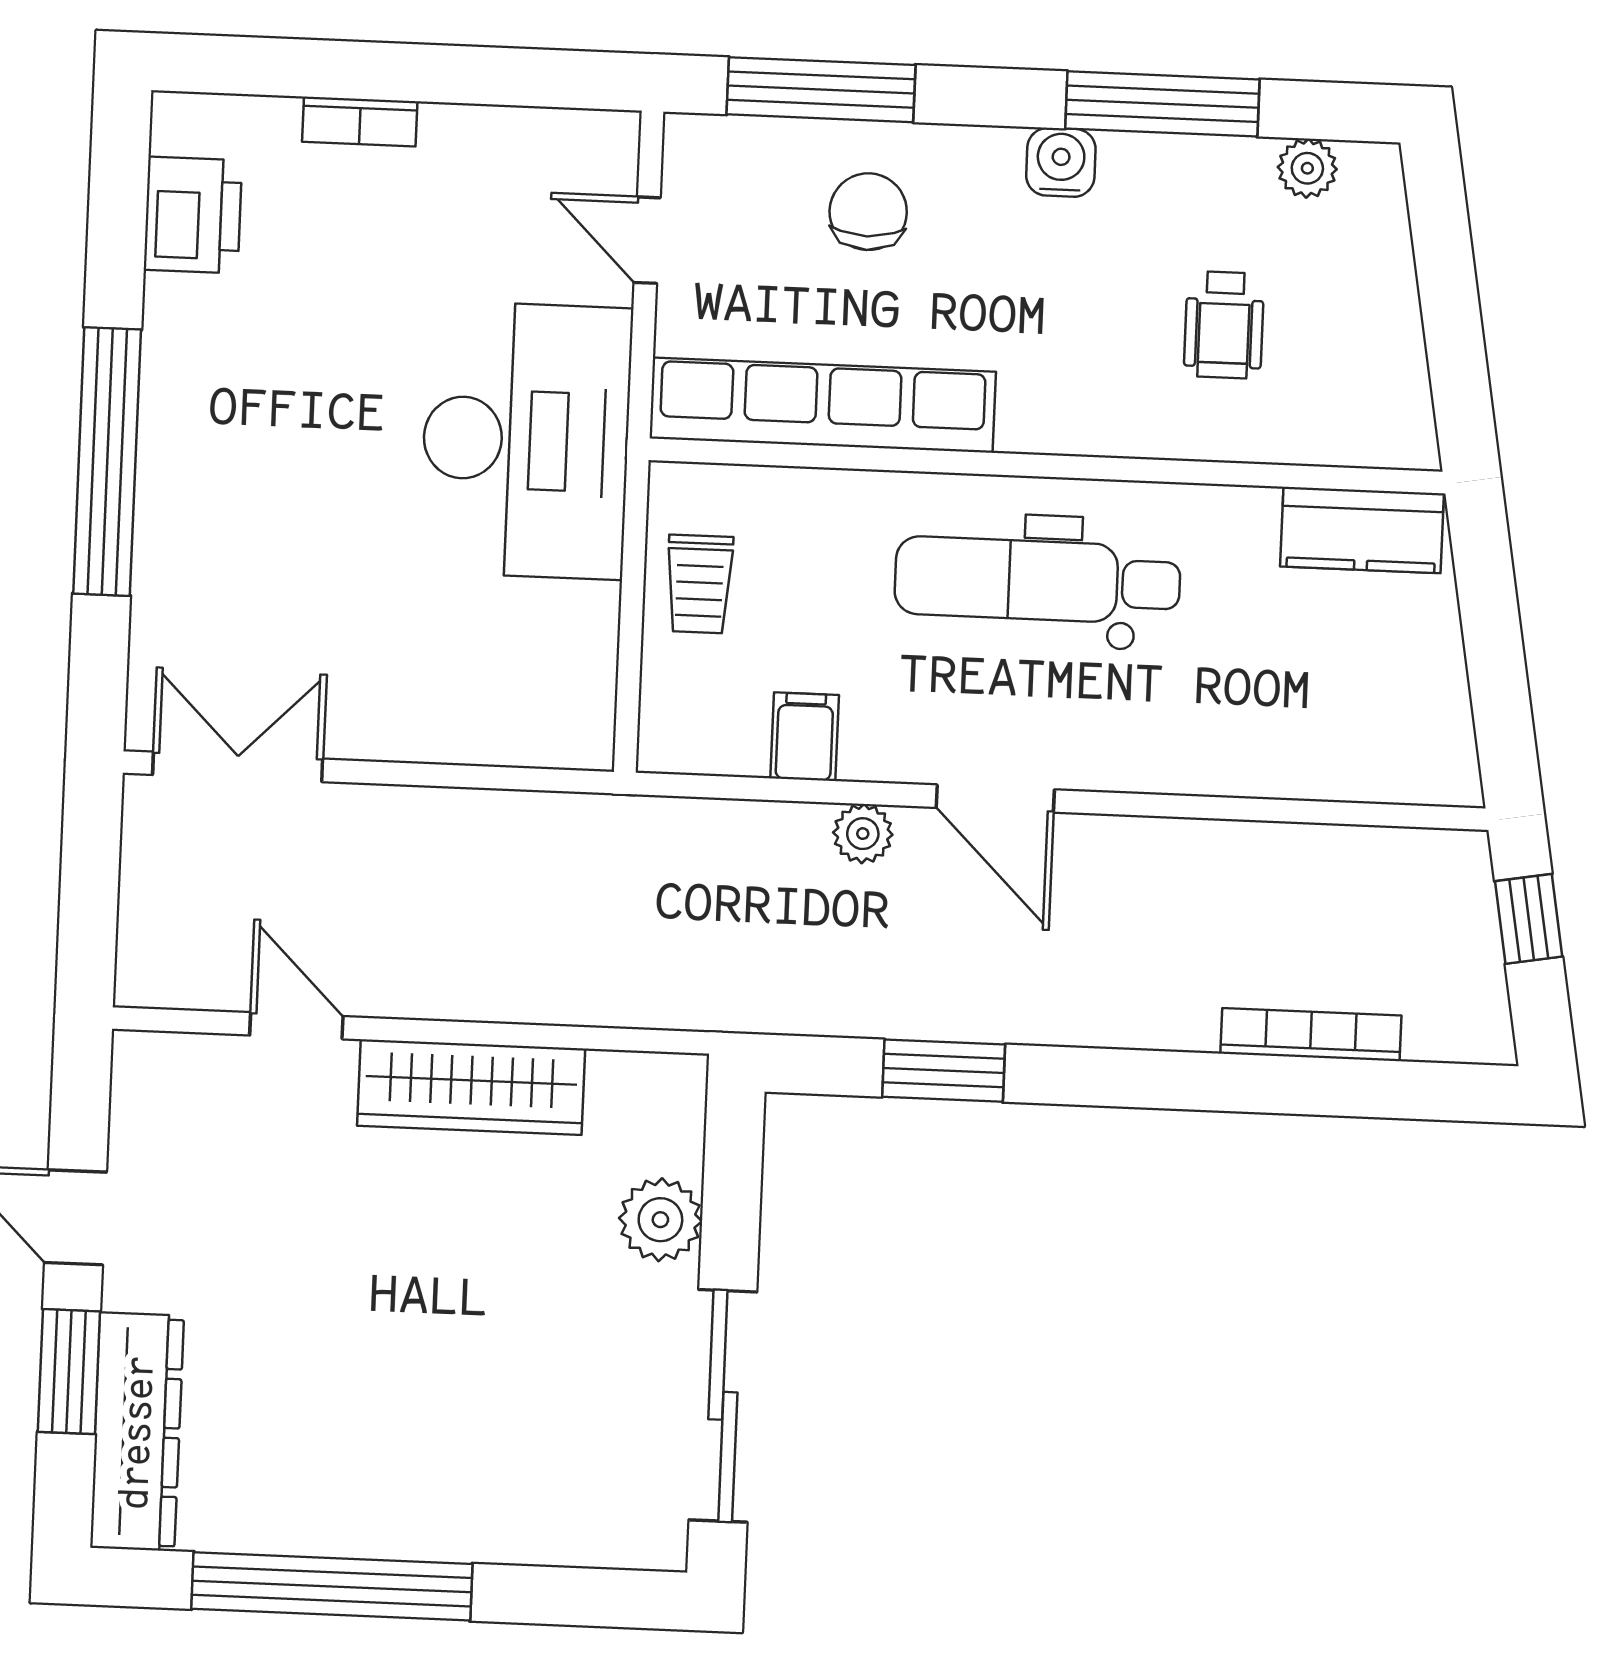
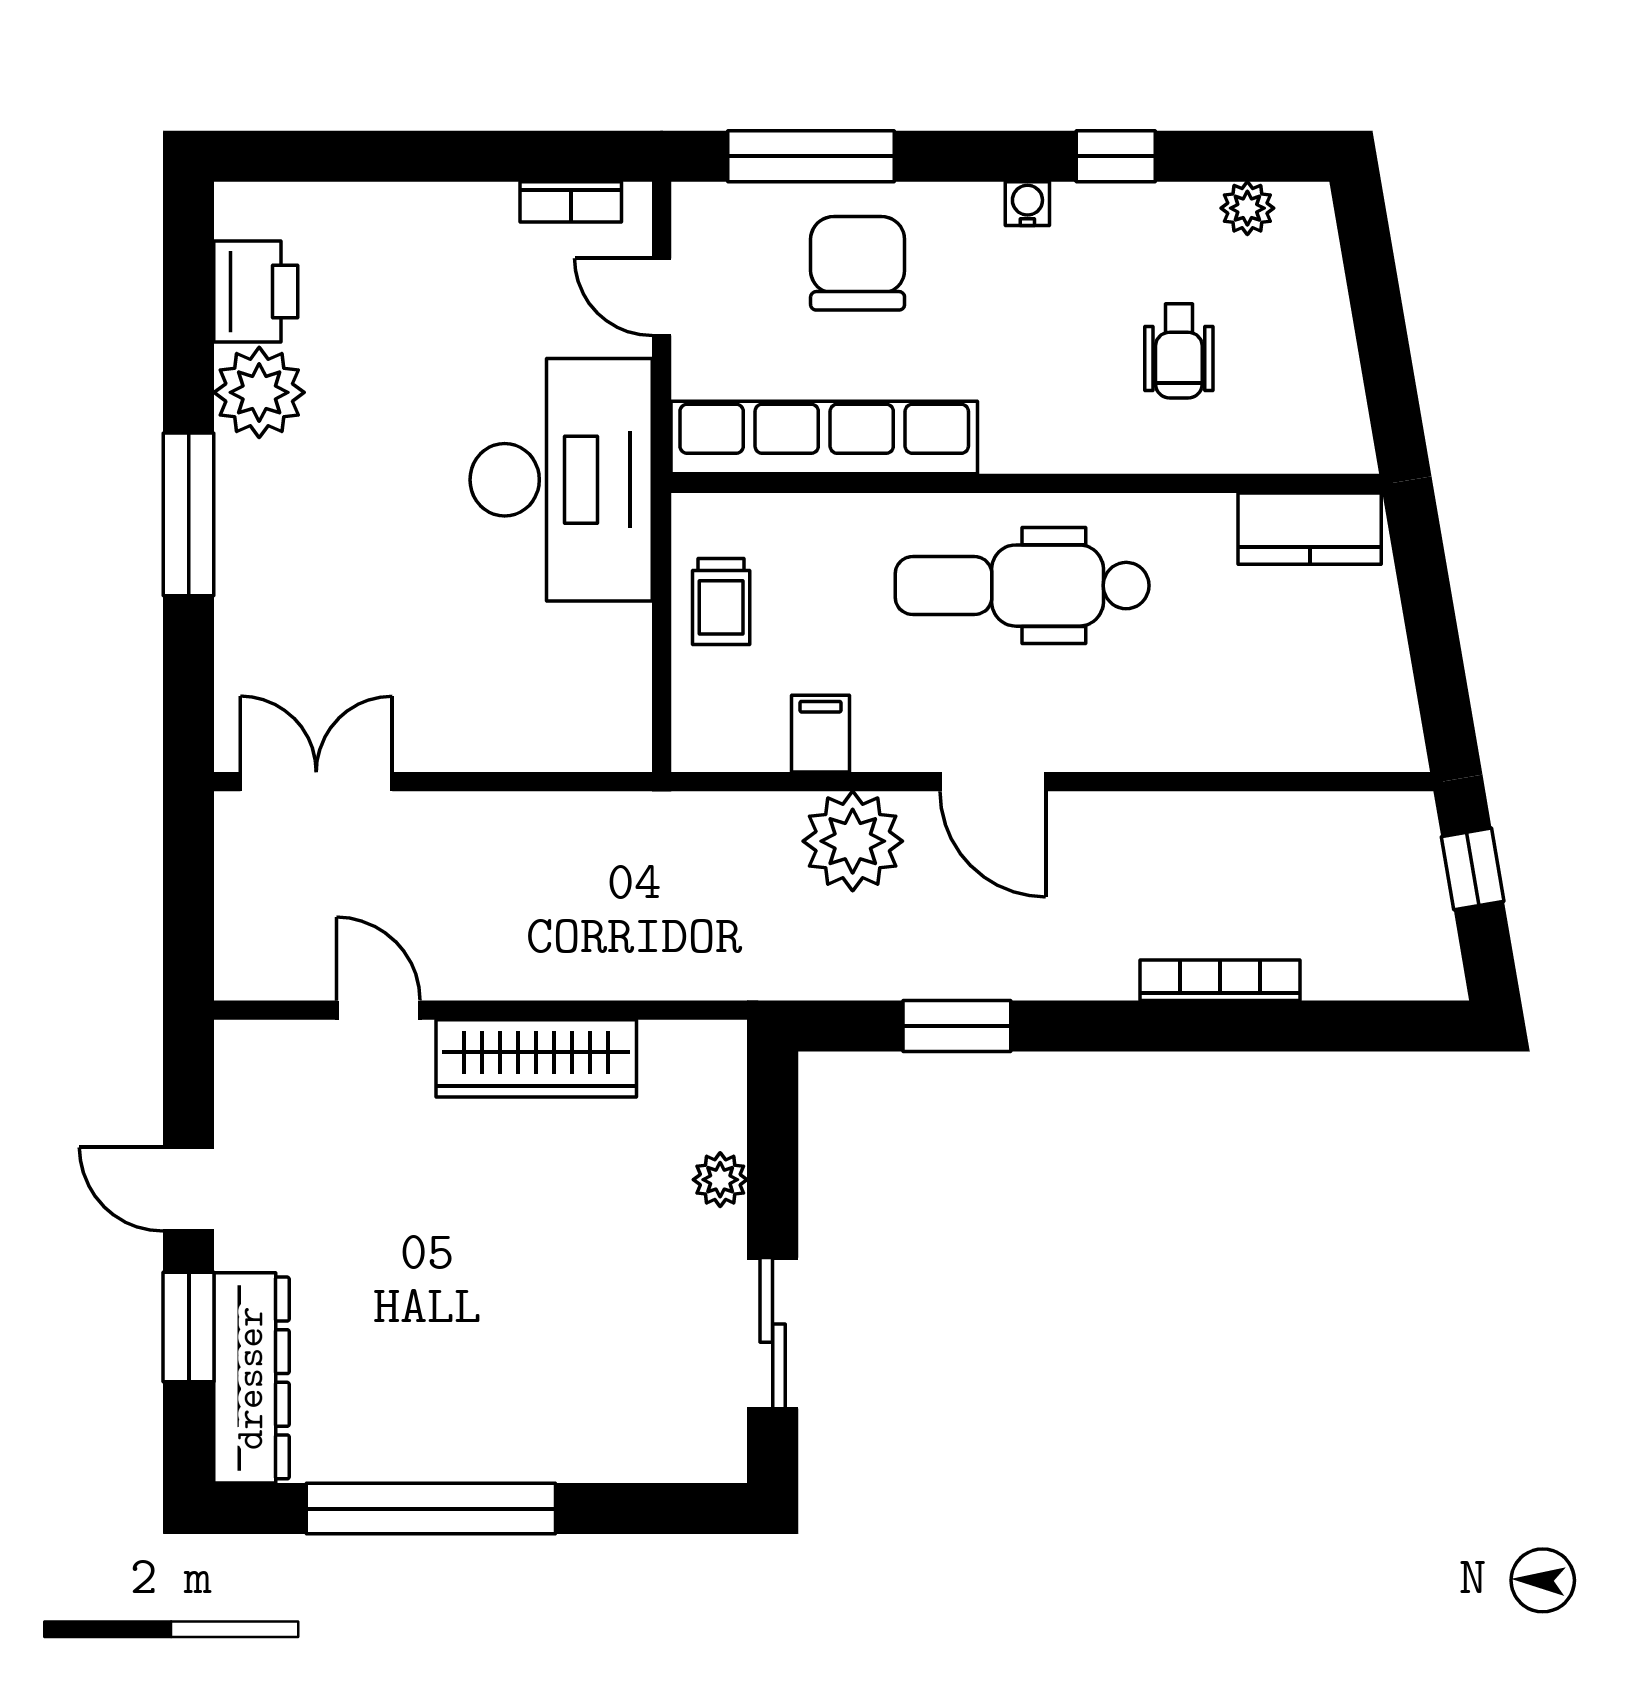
window: (1162, 104) -> (1116, 156), width x0.46
bookcase: (360, 121) -> (571, 202), moved
water cooler: (1061, 162) -> (1027, 204), width x0.72, depth x0.72
chair: (868, 212) -> (858, 263), width x1.37, depth x1.37
plant: (192, 328) -> (259, 392), added
window: (107, 462) -> (189, 514), width x0.68
plant: (863, 834) -> (853, 841), width x1.88, depth x1.88
bookcase: (1311, 1035) -> (1220, 980), moved
plant: (660, 1220) -> (720, 1180), width x0.73, depth x0.73
sliding door: (723, 1406) -> (773, 1333), width x0.73

